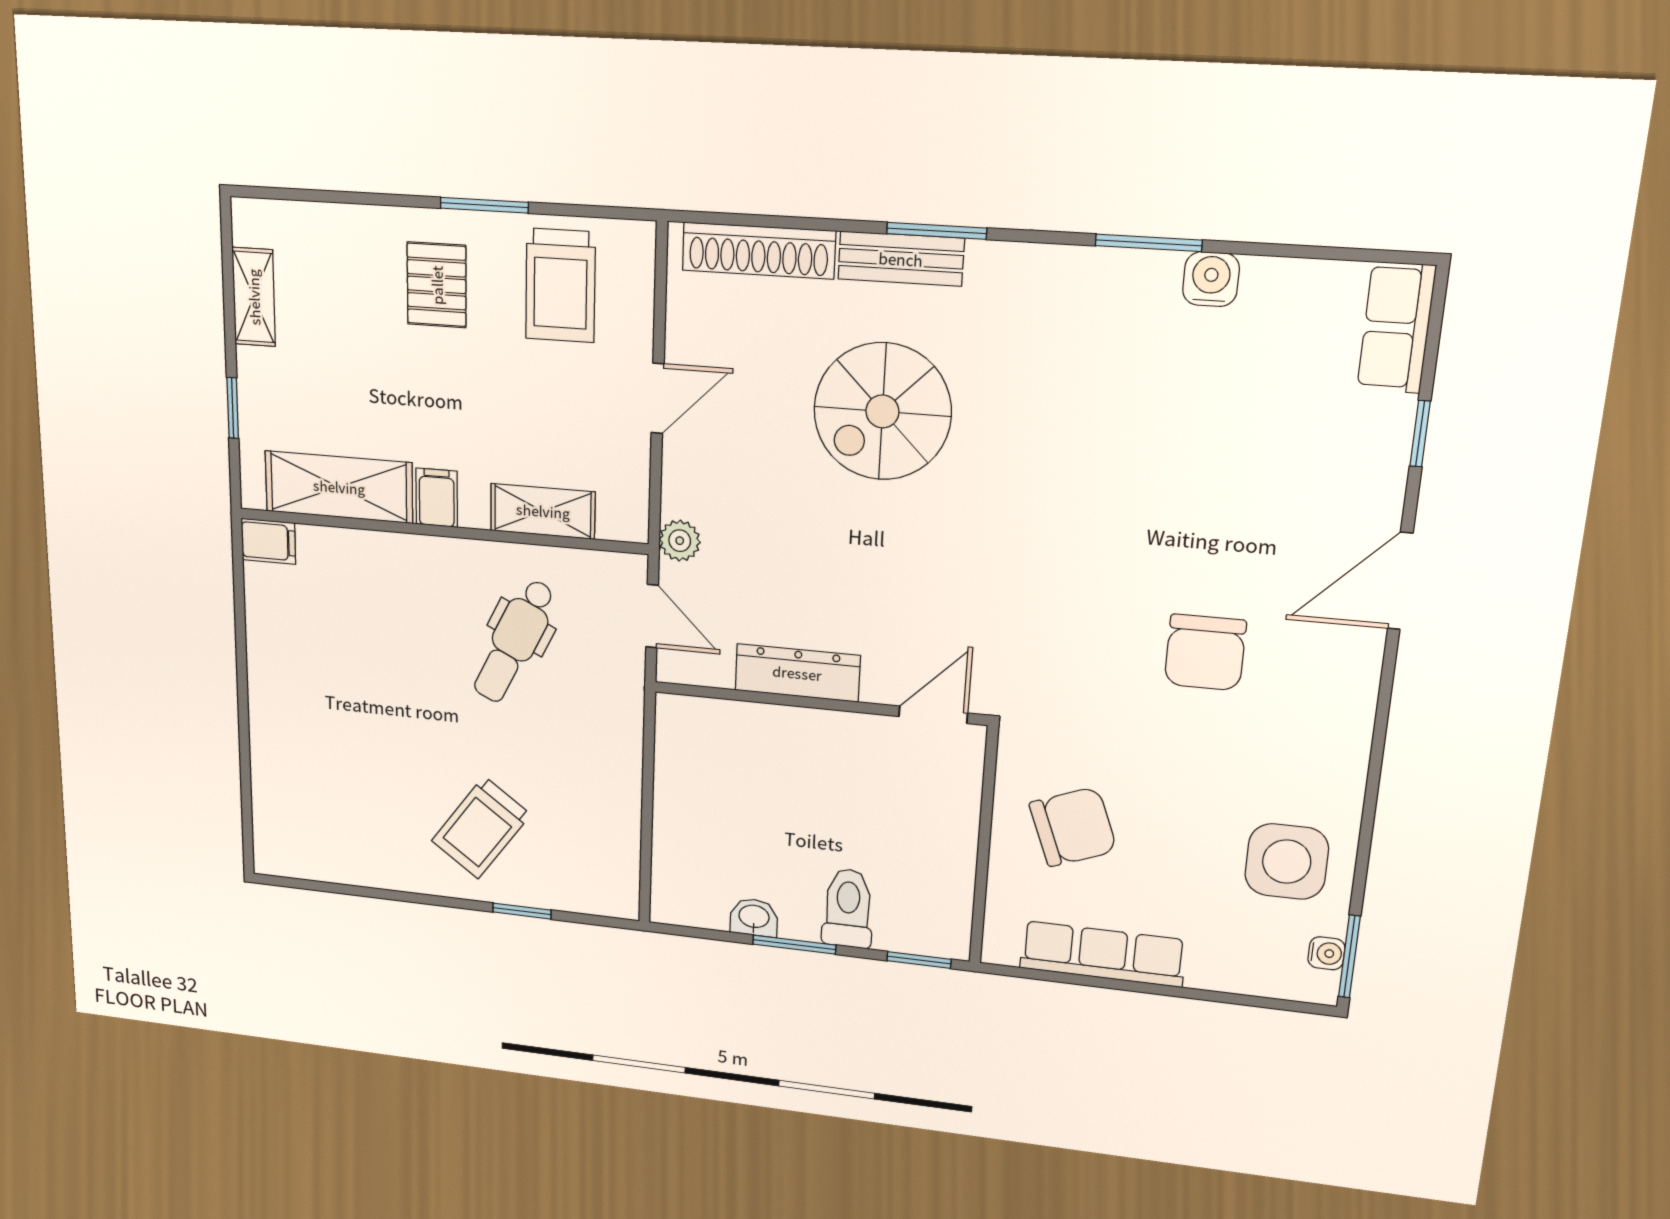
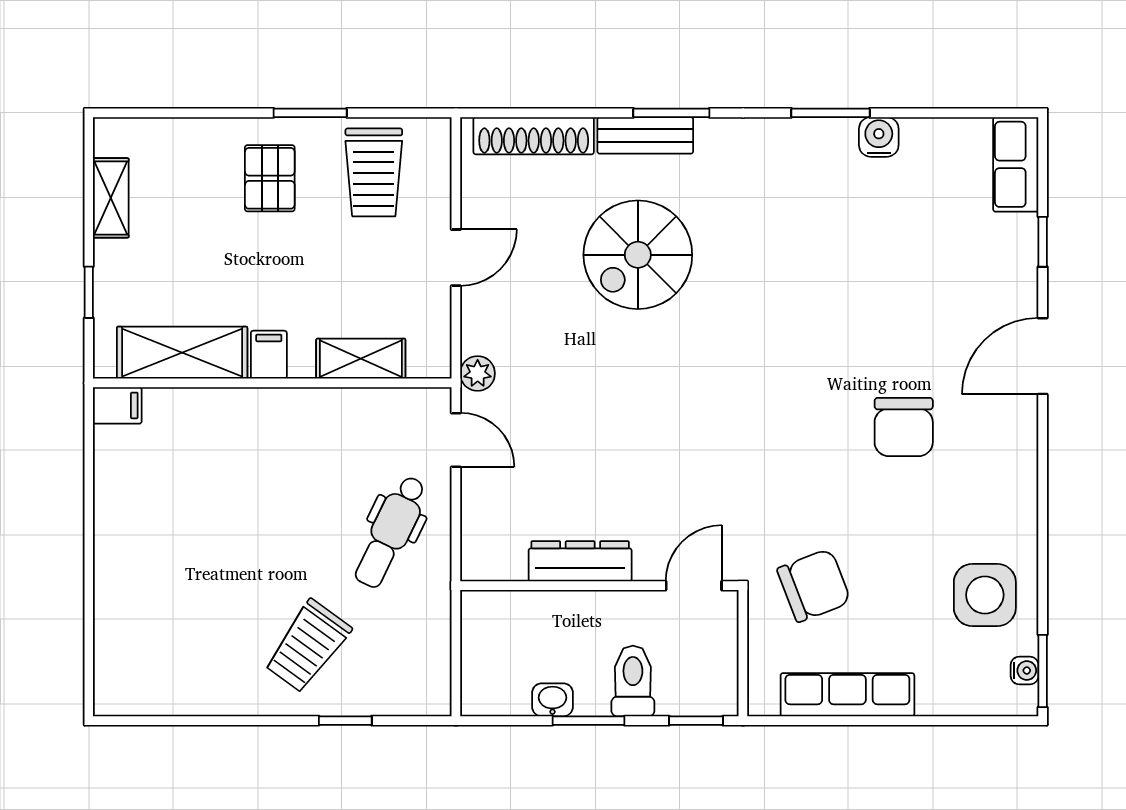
dental chair: (514, 641) -> (391, 532), moved
dresser: (797, 673) -> (580, 561), moved
wall: (819, 703) -> (599, 586), moved
door: (933, 715) -> (694, 586), moved

